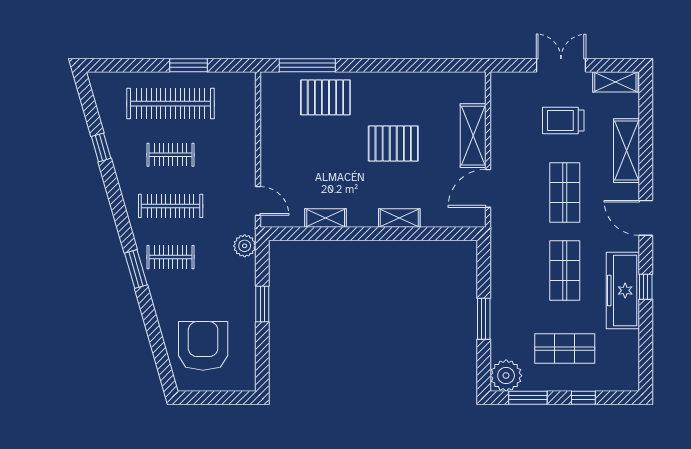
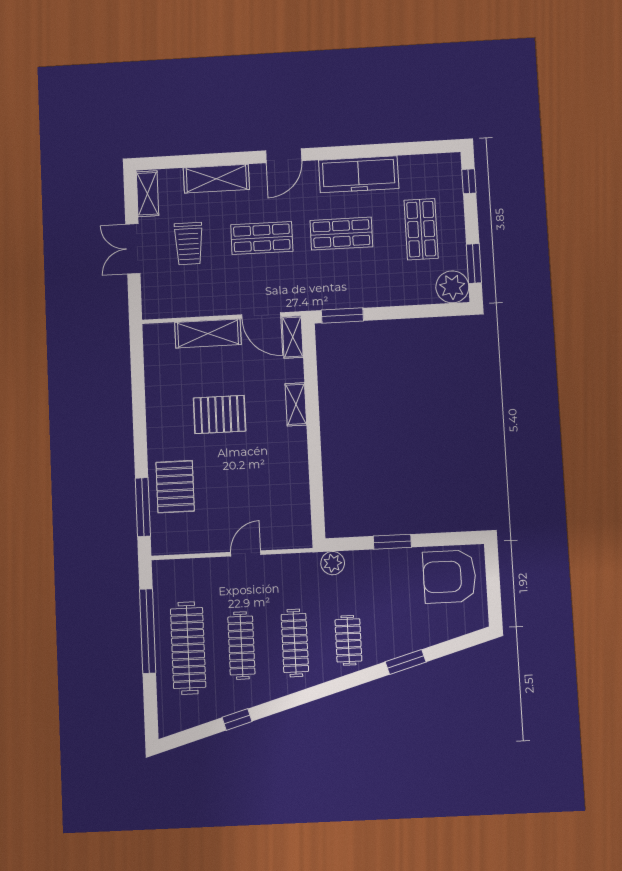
window: (188, 65) -> (148, 631), width x2.11
pallet: (393, 143) -> (220, 415), turned 90
clothes rail: (171, 155) -> (241, 645), width x1.36
door: (258, 201) -> (246, 553), moved
shelving: (326, 218) -> (293, 337), moved
window: (136, 269) -> (406, 662), moved
window: (646, 287) -> (354, 152), removed
window: (484, 319) -> (342, 315), moved
armchair: (203, 346) -> (450, 577), moved
window: (583, 398) -> (469, 181), moved

